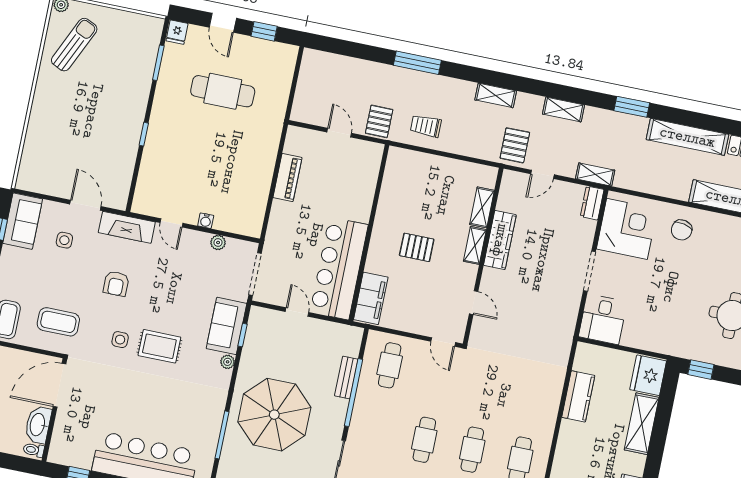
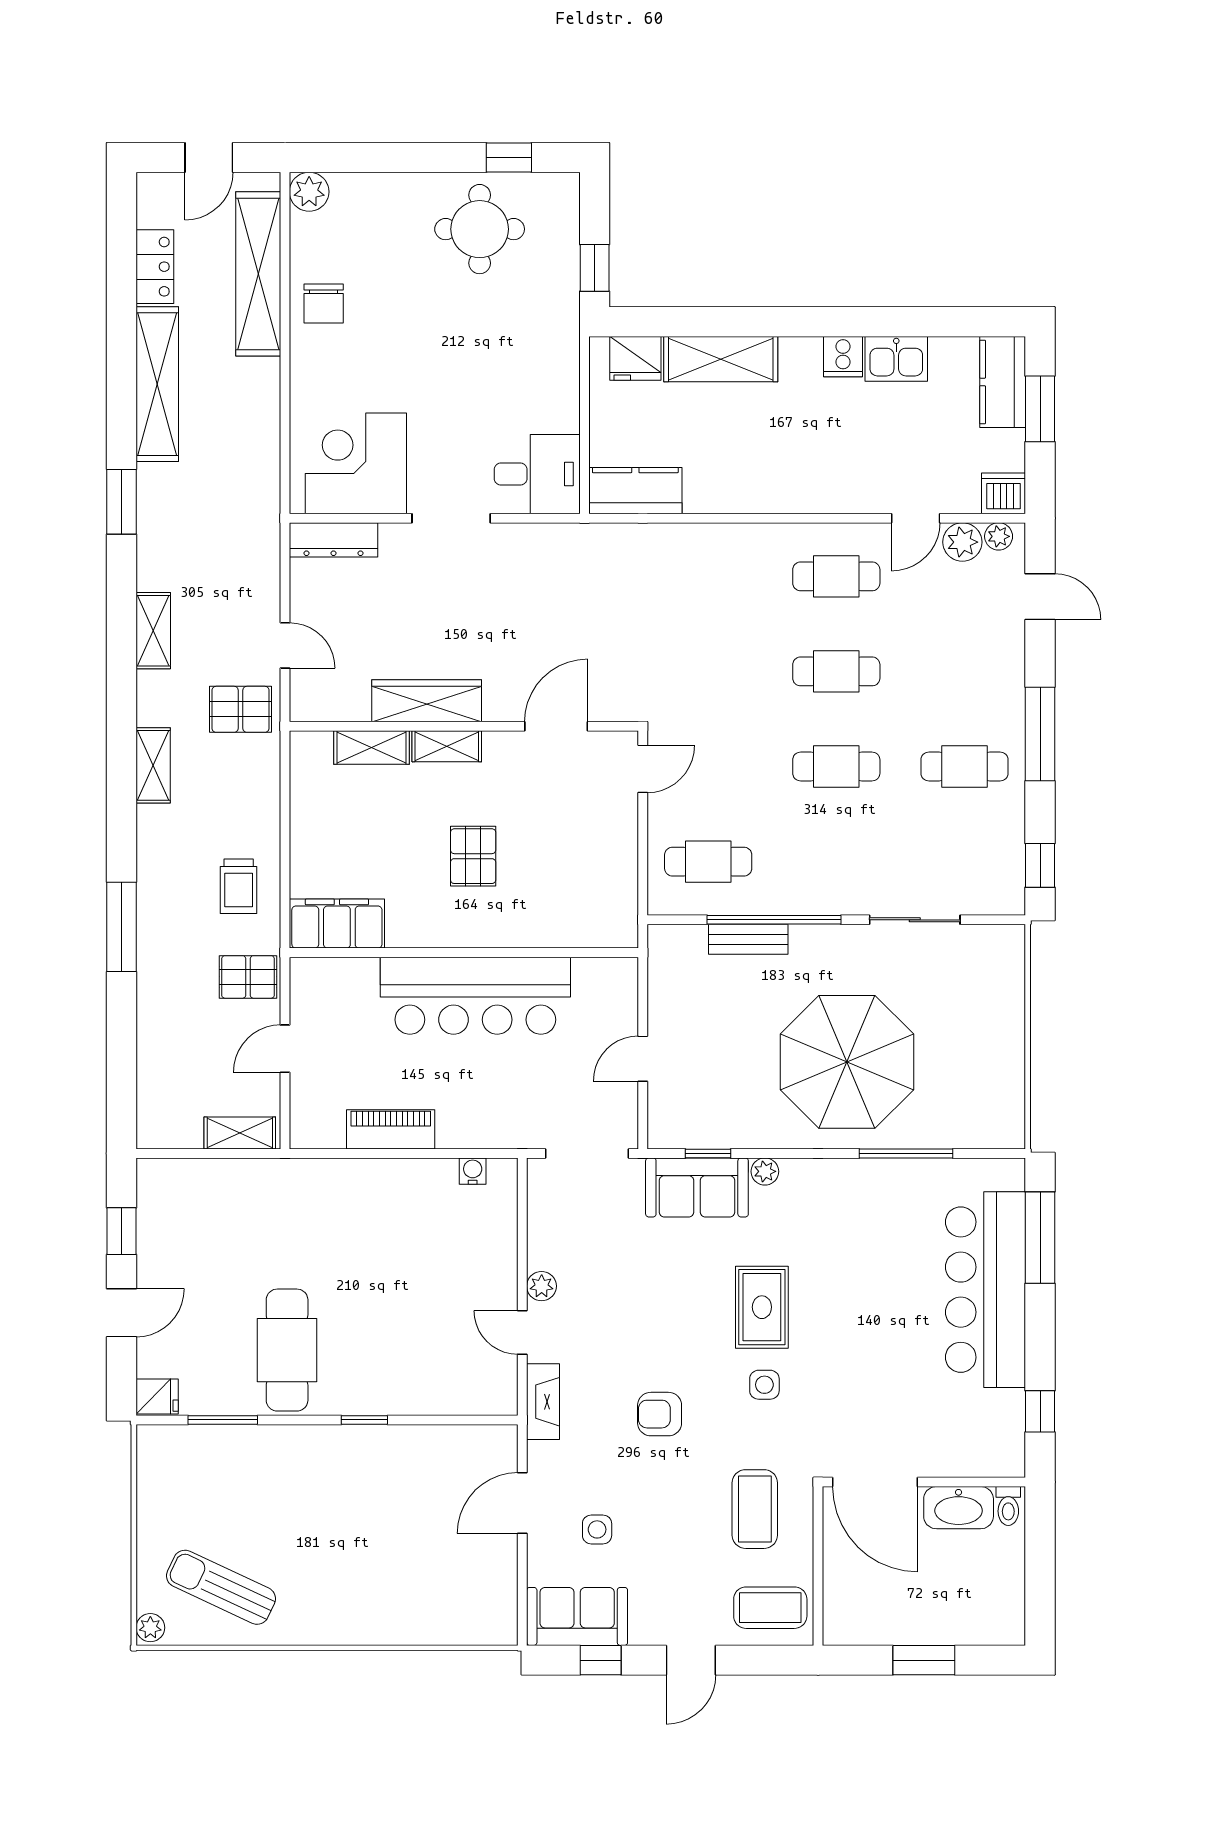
cafe table: (223, 91) -> (287, 1350), moved
shelving: (595, 174) -> (240, 1133), moved, turned 90
dresser: (592, 203) -> (333, 540), width x1.44
water cooler: (206, 221) -> (473, 1171), moved, turned -90
door: (171, 223) -> (522, 1333), swing flipped
fireplace: (127, 227) -> (543, 1402), width x0.73, depth x0.76
chair: (682, 230) -> (324, 304), moved, turned 78
plant: (218, 243) -> (542, 1286), moved
bar counter: (339, 268) -> (475, 996), moved
armchair: (116, 284) -> (660, 1414), turned 180
filing cabinet: (371, 298) -> (337, 924), moved
door: (474, 303) -> (556, 726), width x1.38
fridge: (648, 375) -> (635, 358), width x0.73, depth x0.75
kitchen counter: (578, 396) -> (635, 491), moved

